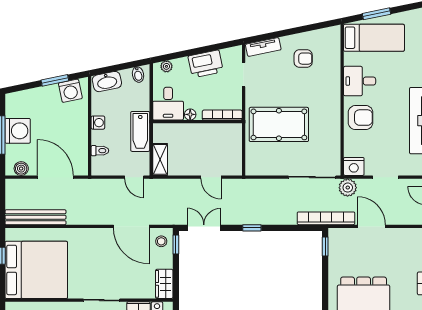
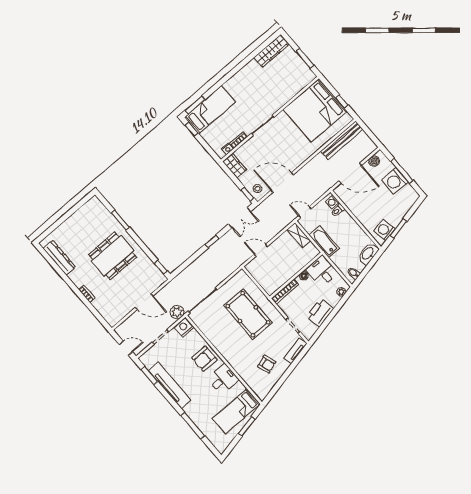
armchair: (303, 59) -> (267, 364), turned -108
washing machine: (98, 123) -> (332, 202), moved
pool table: (279, 124) -> (248, 314), turned 90
bookcase: (326, 218) -> (174, 284), removed

